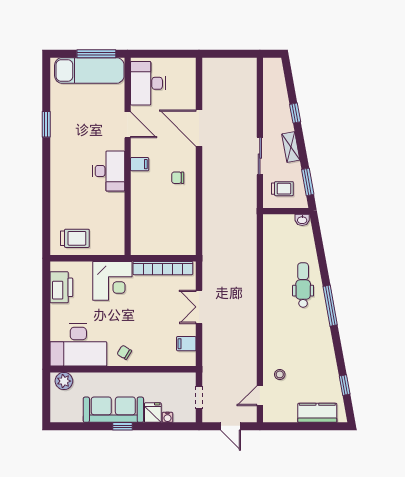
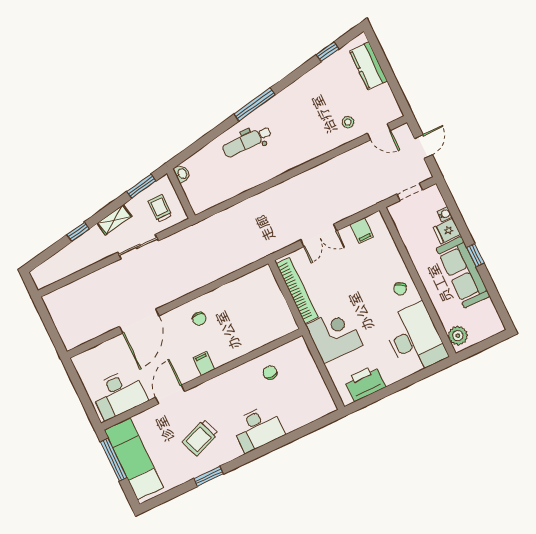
desk: (109, 171) -> (258, 429), moved, turned 180
chair: (107, 214) -> (270, 373), added
trolley: (75, 238) -> (200, 438), moved, turned -111

